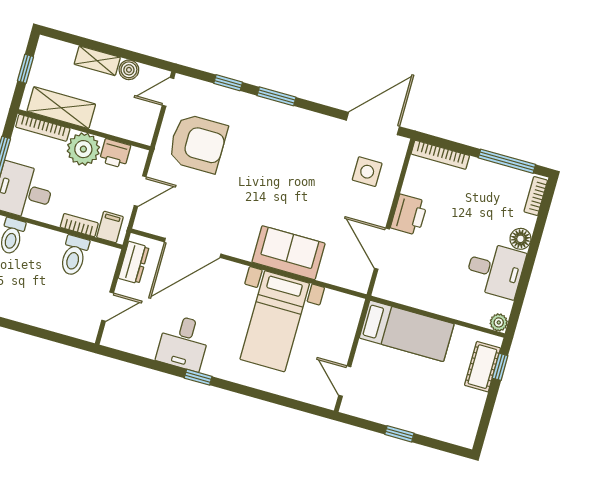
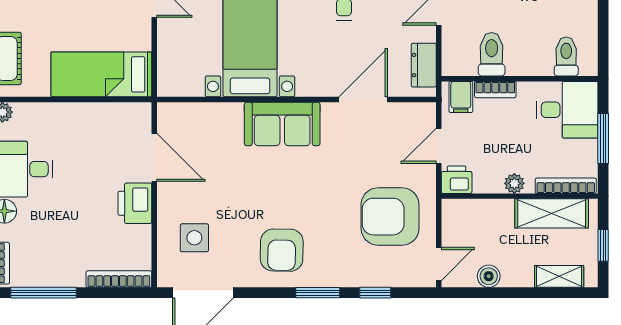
shelving: (97, 61) -> (559, 276), moved
armchair: (297, 141) -> (282, 250), added
plant: (83, 149) -> (514, 183), width x0.53, depth x0.53
printer: (115, 153) -> (457, 180), moved
door: (193, 248) -> (363, 100), width x0.73
sofa: (288, 253) -> (282, 124), moved

